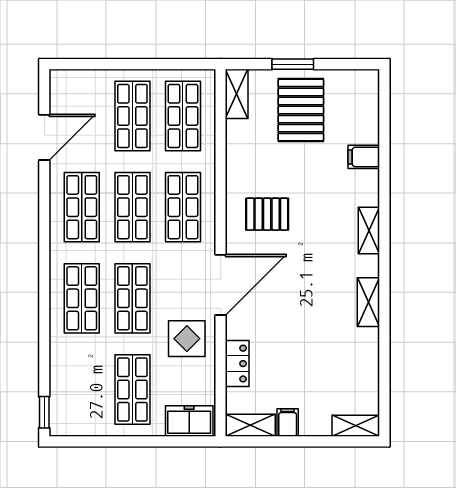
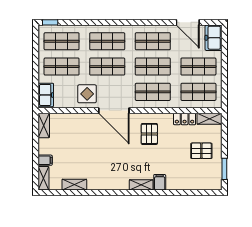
window: (293, 64) -> (224, 169), moved
freezer: (75, 86) -> (214, 38), added
pallet: (301, 110) -> (201, 151), width x0.67, depth x0.71
filing cabinet: (364, 157) -> (160, 182), moved
shelving: (368, 302) -> (74, 185), moved
locker: (237, 364) -> (185, 119), moved
shop shelf: (82, 390) -> (62, 41), added
filing cabinet: (288, 423) -> (45, 160), moved

